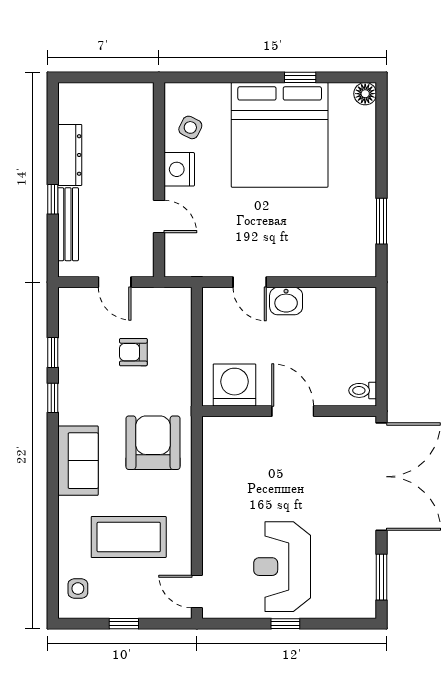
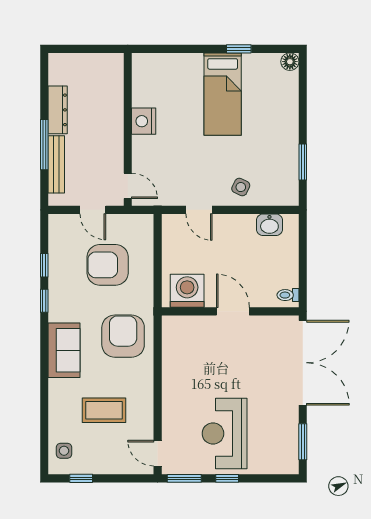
side table: (190, 127) -> (241, 187), moved
bed: (280, 135) -> (223, 94), width x0.49
window: (53, 199) -> (44, 145), width x2.17
door: (159, 217) -> (128, 186), moved
washbasin: (286, 301) -> (269, 225), moved
armchair: (133, 352) -> (108, 265), width x1.88, depth x1.88
coffee table: (129, 537) -> (104, 410), width x0.73, depth x0.76
window: (124, 624) -> (81, 478), moved
window: (231, 624) -> (184, 478), added

